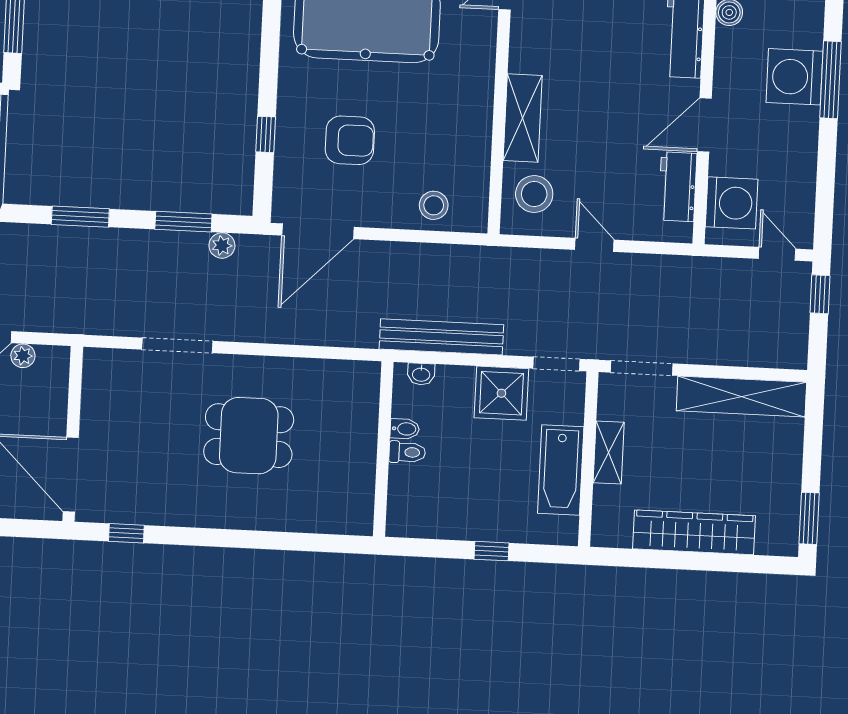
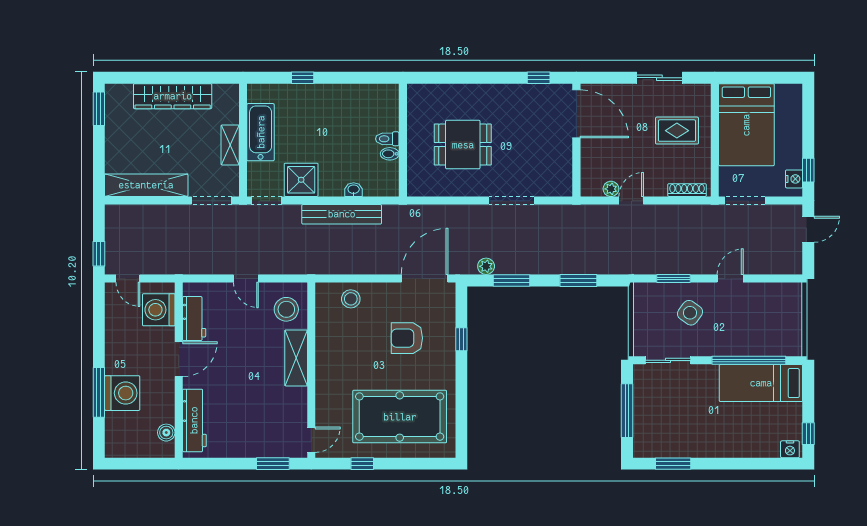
bidet: (405, 429) -> (390, 154), moved
wall: (383, 449) -> (403, 140), moved
toilet: (407, 452) -> (387, 139), moved

